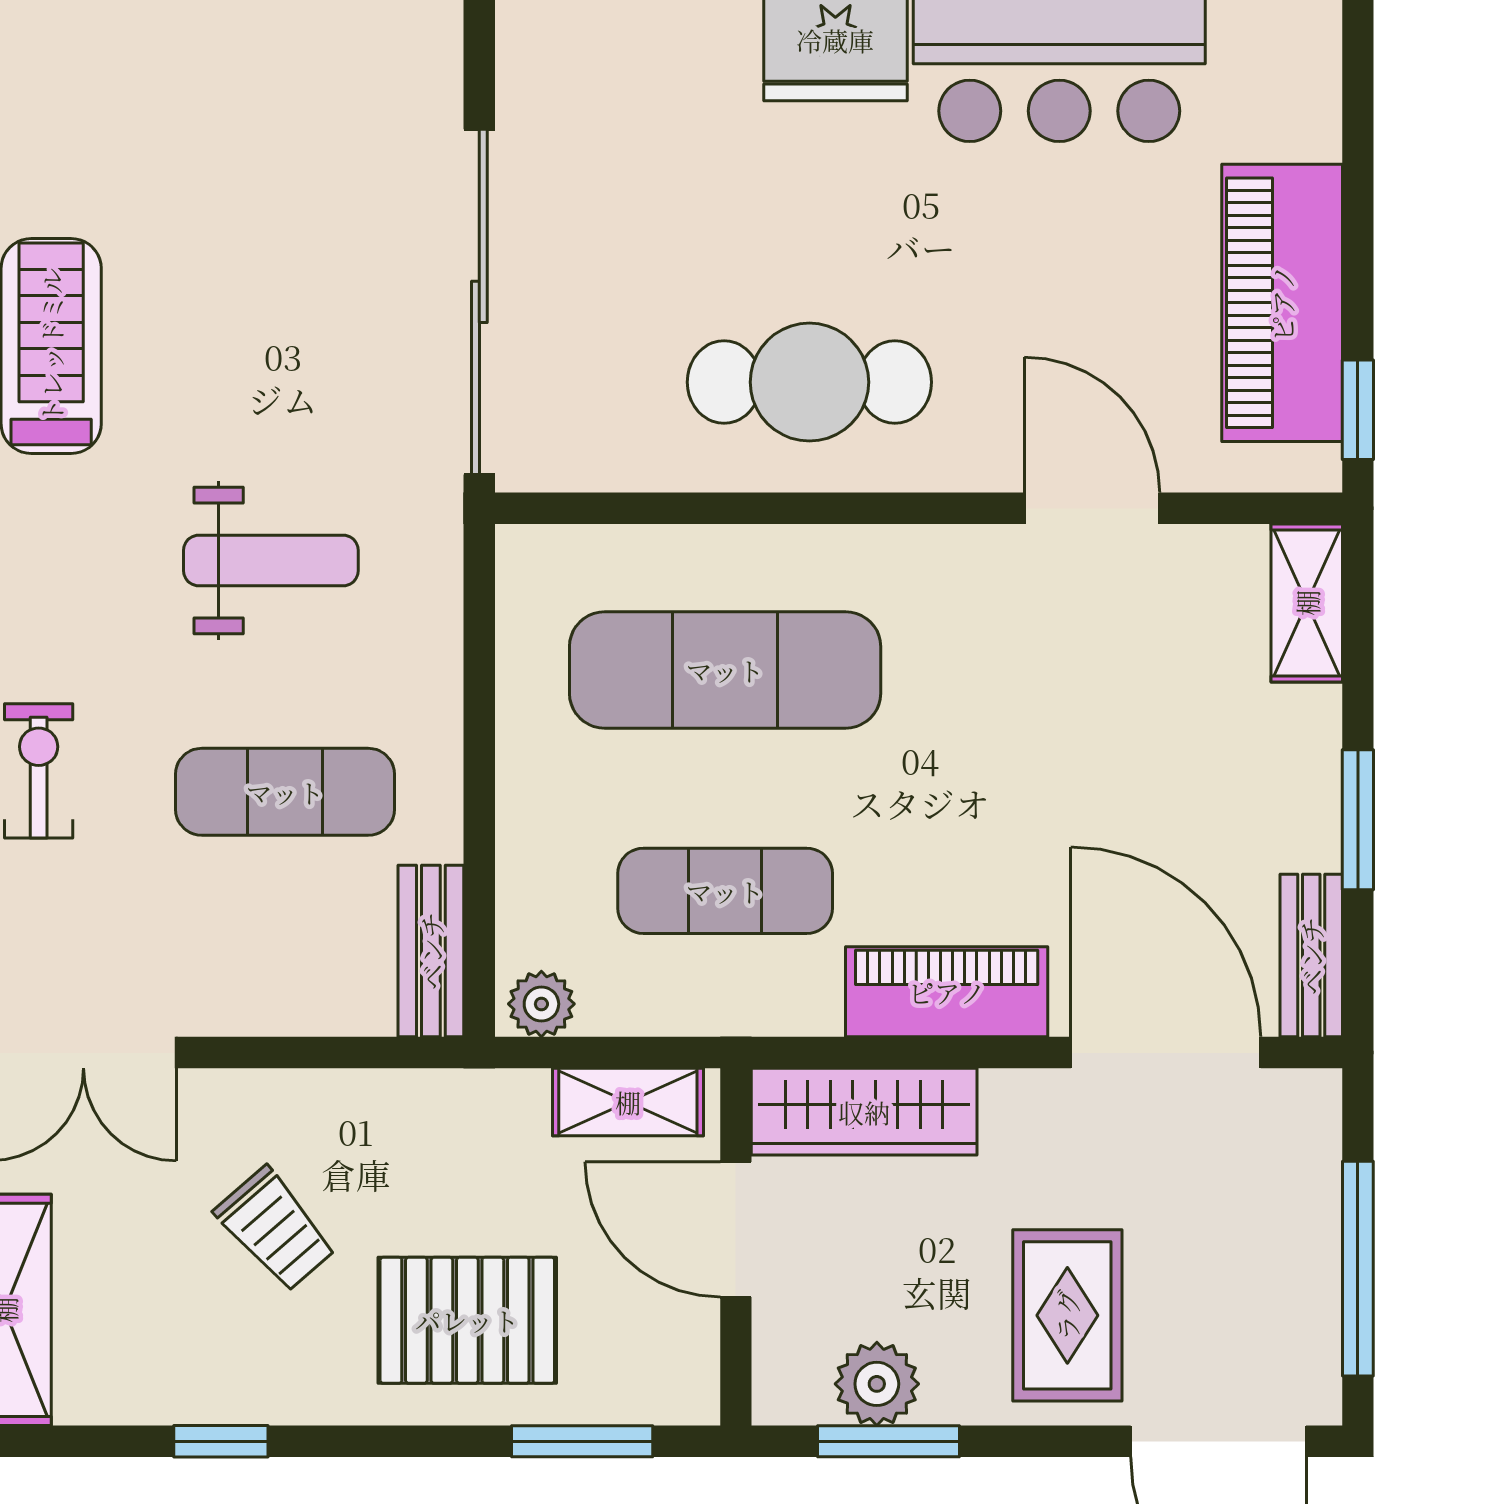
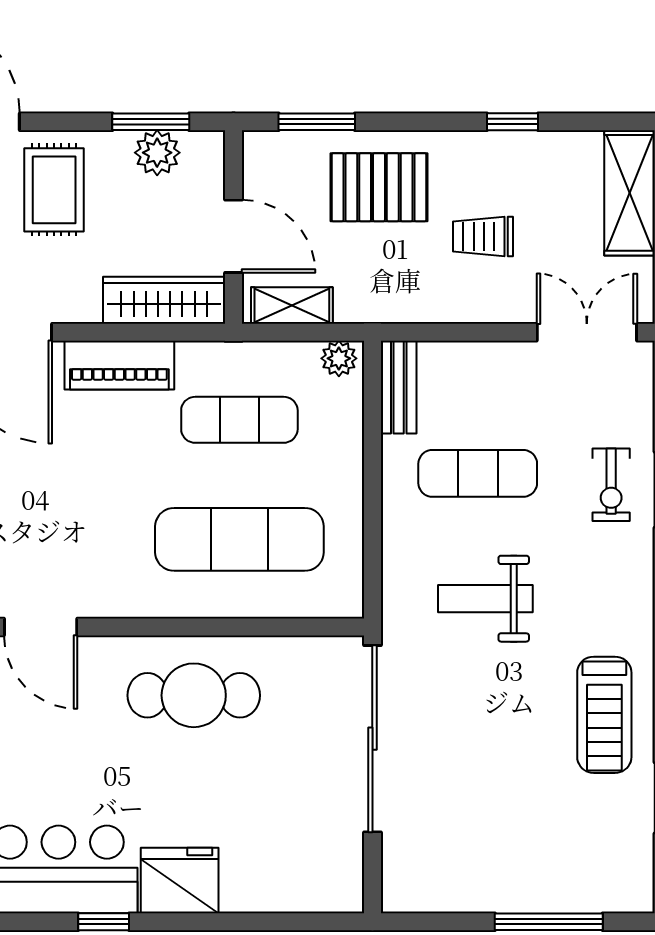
trolley: (275, 1229) -> (483, 236), turned -49

